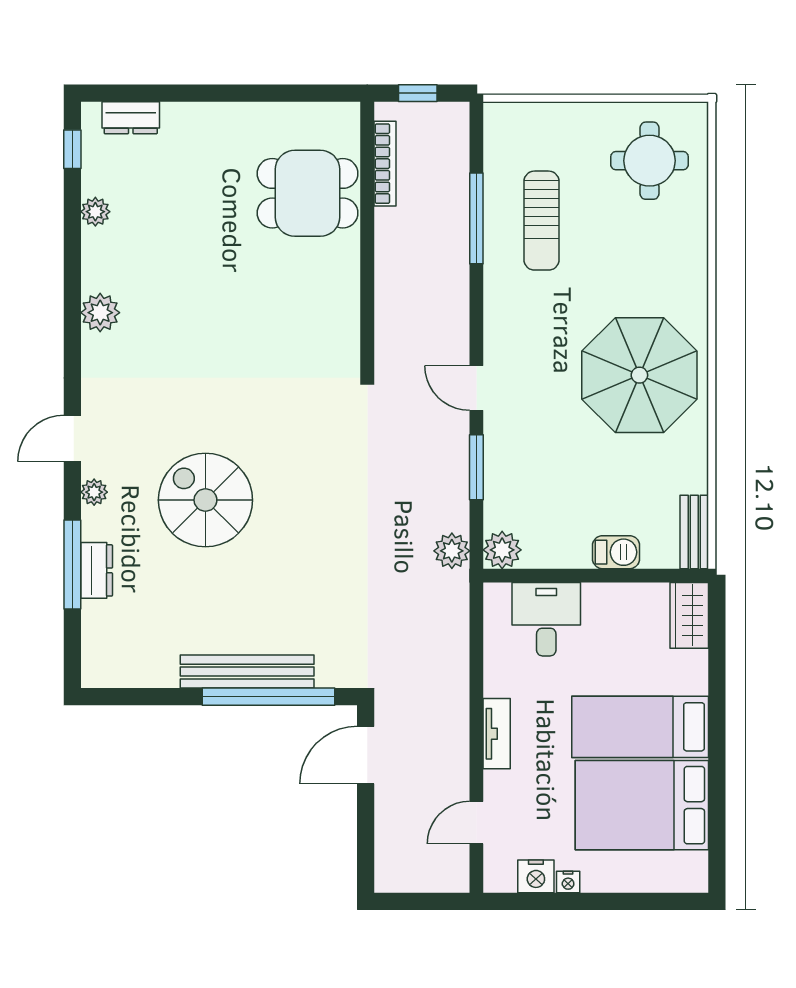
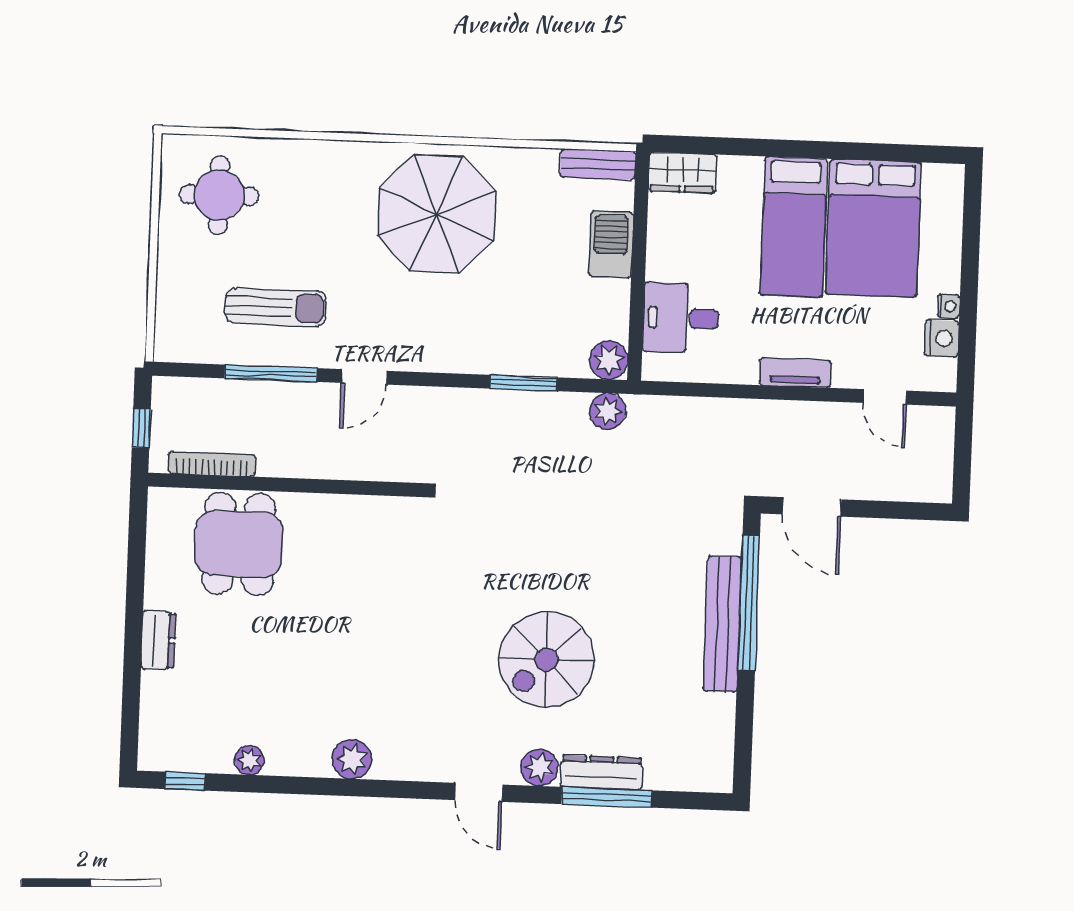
dresser: (131, 118) -> (158, 640), moved
door: (476, 388) -> (364, 377), moved
plant: (94, 492) -> (539, 768), width x1.38, depth x1.38
barbecue: (616, 552) -> (611, 244), width x1.38, depth x1.27
dresser: (97, 570) -> (601, 772), width x1.44

